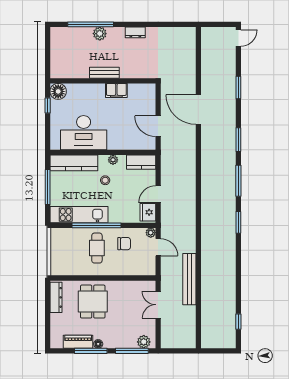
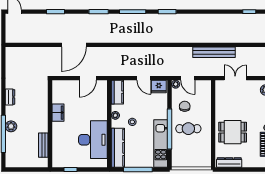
bench: (104, 73) -> (43, 145), moved
floor lamp: (58, 91) -> (59, 161), removed
door: (158, 247) -> (188, 78), swing flipped
double door: (158, 305) -> (235, 78), swing flipped

